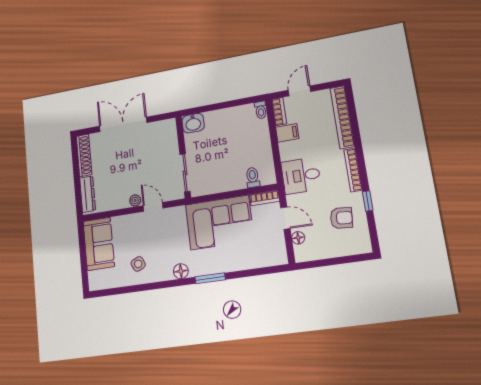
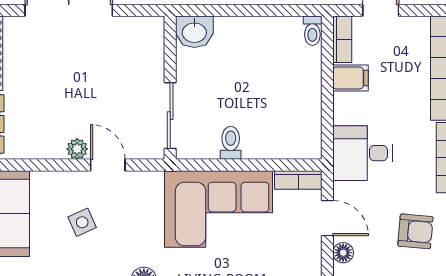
toilet: (253, 177) -> (231, 143), moved
side table: (138, 264) -> (82, 222), moved

